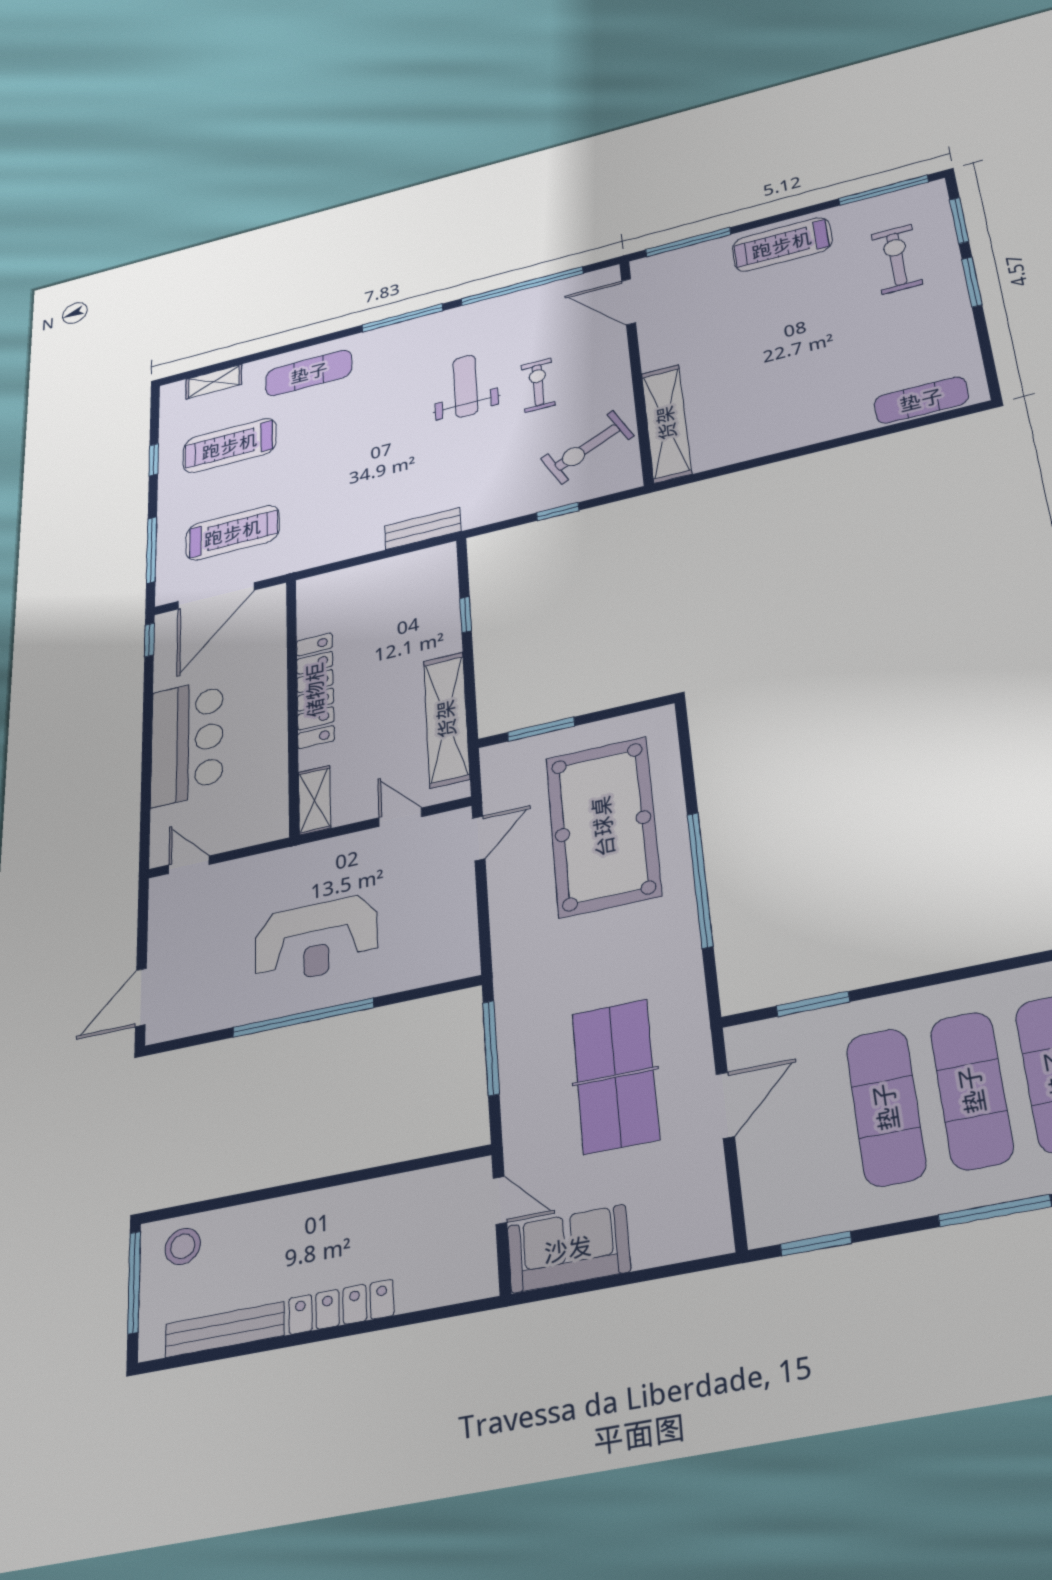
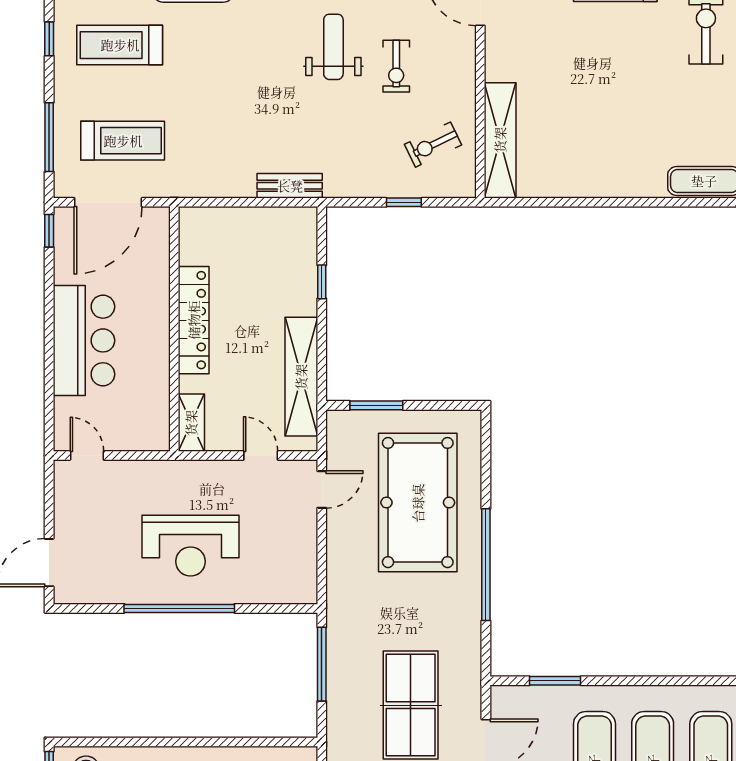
exercise bike: (538, 385) -> (396, 66), turned 180
exercise bike: (587, 447) -> (433, 145), width x0.73, depth x0.72

